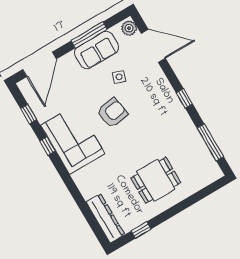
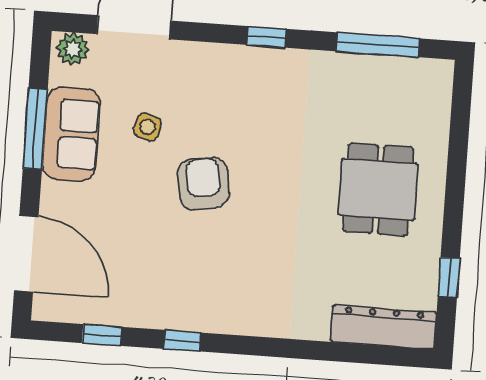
corner sofa: (73, 140) -> (202, 288), removed

